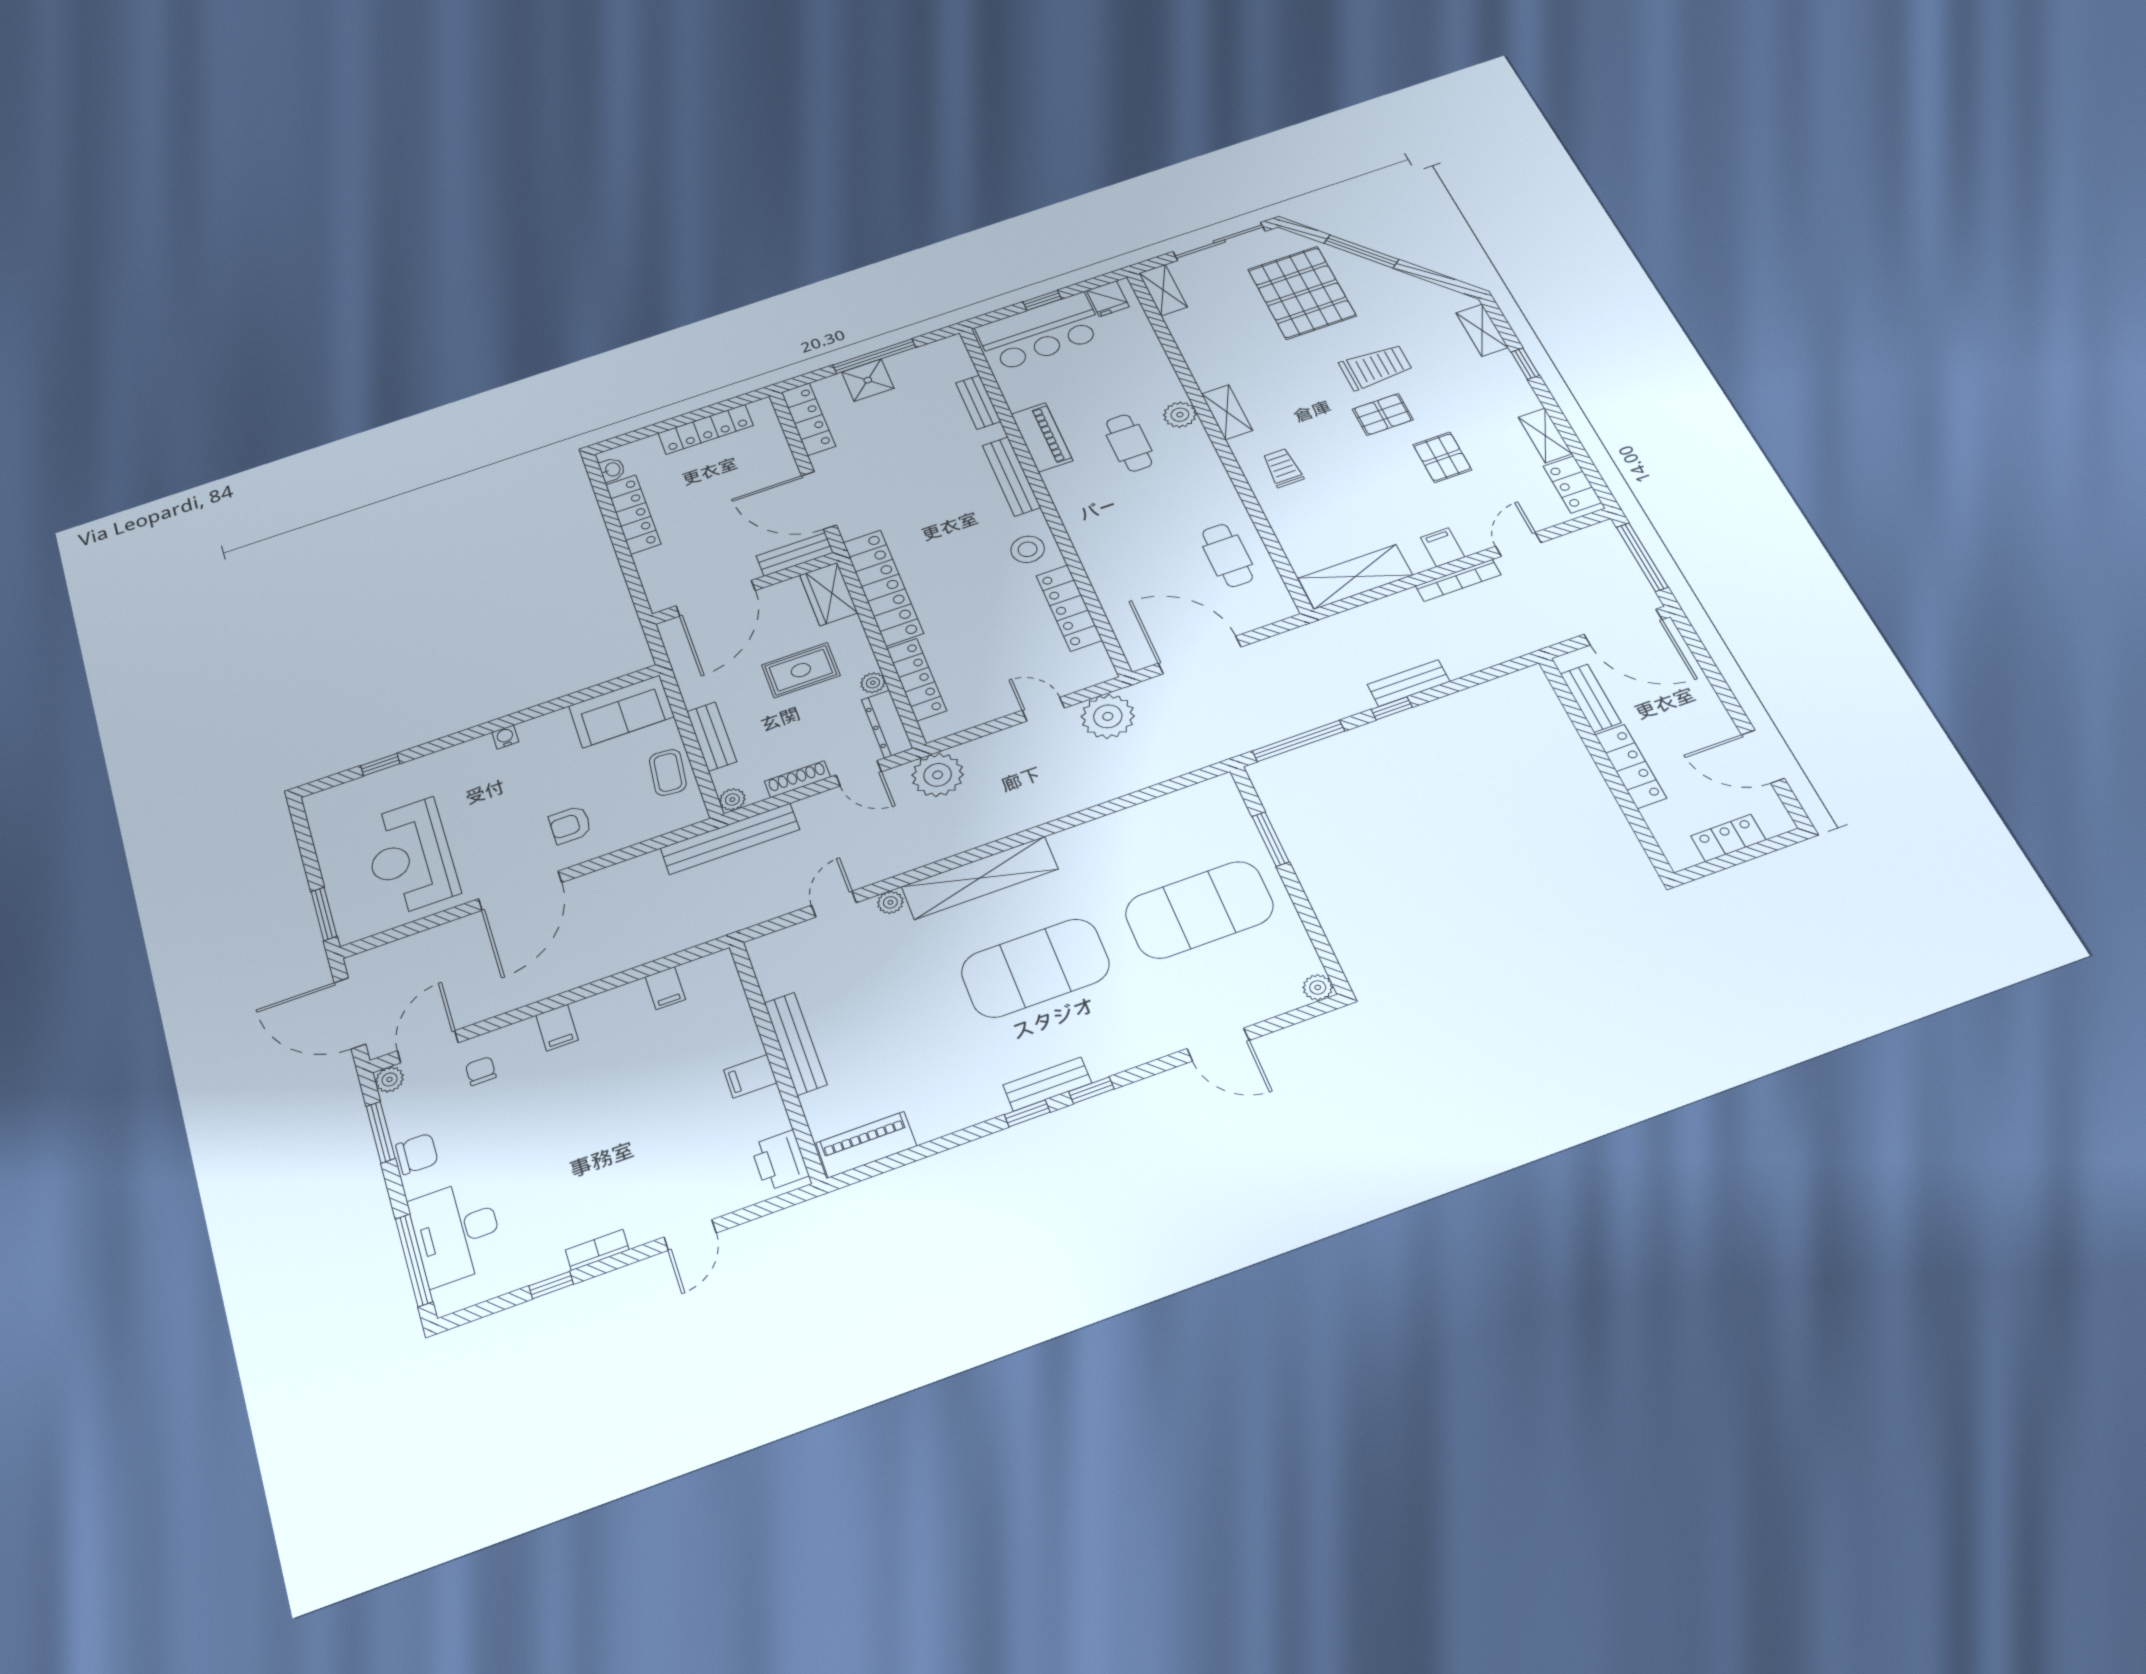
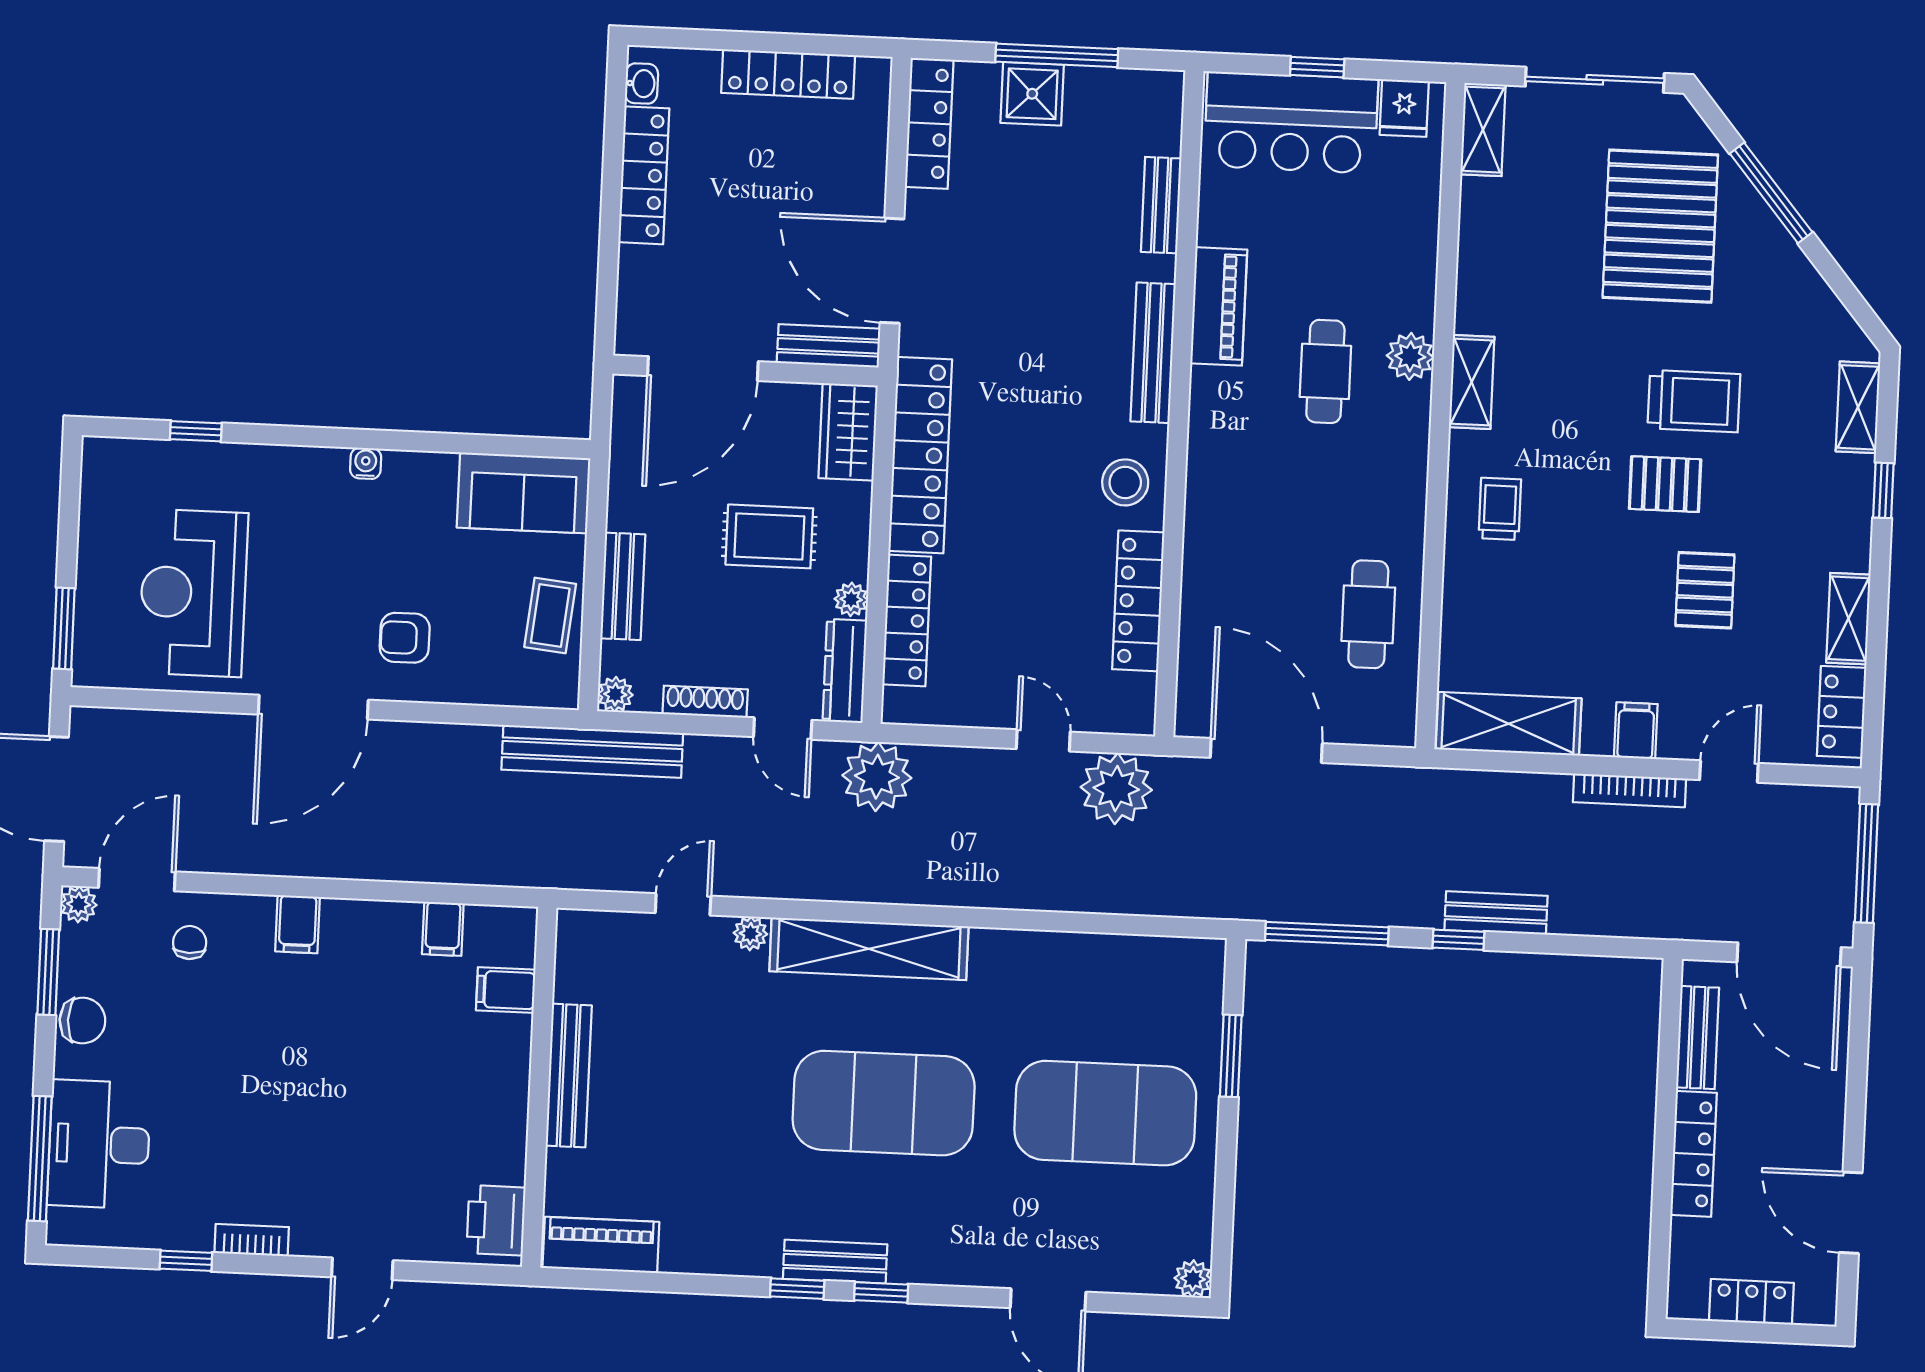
filing cabinet: (750, 1076) -> (506, 990), moved

